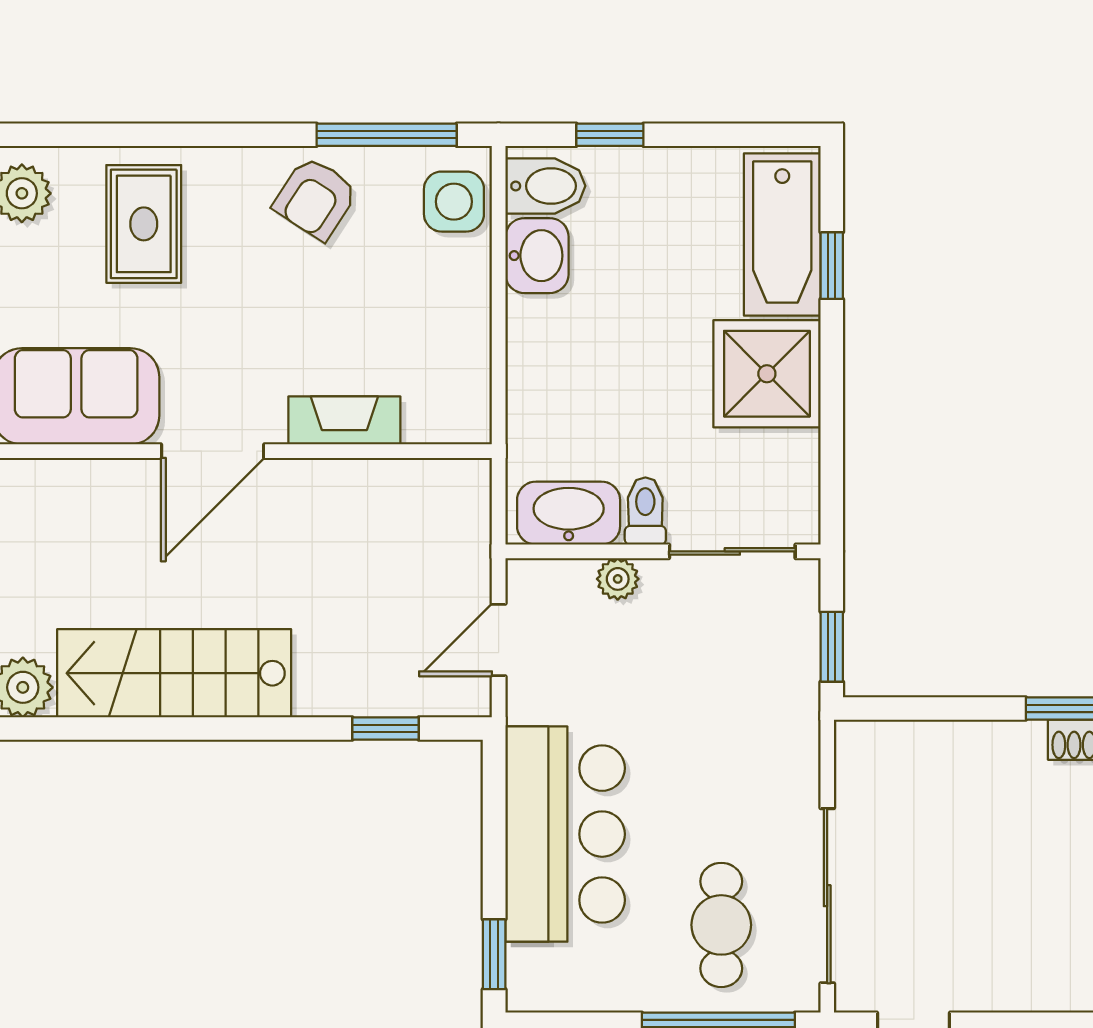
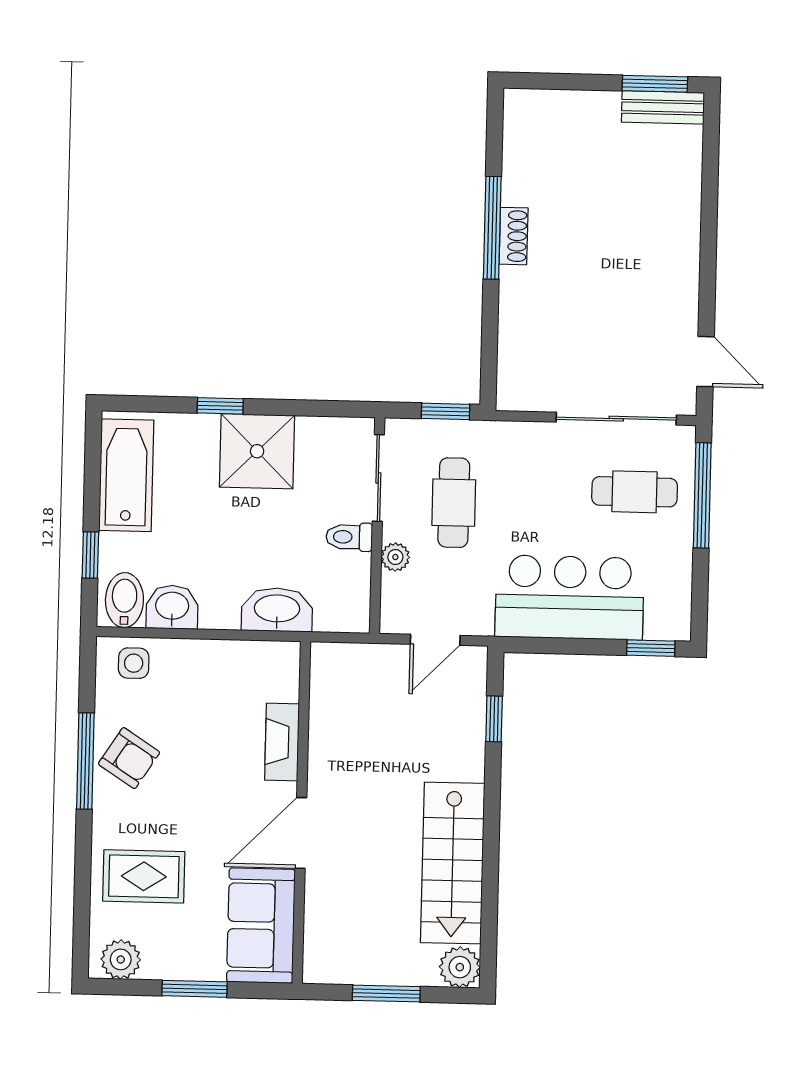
window: (387, 135) -> (85, 761), moved
side table: (454, 202) -> (134, 663), width x0.73, depth x0.73
bathtub: (782, 235) -> (126, 475), moved, turned -90
window: (832, 266) -> (220, 406), moved
door: (213, 451) -> (301, 833), swing flipped
washbasin: (569, 513) -> (277, 610), moved, turned 90
door: (499, 640) -> (435, 640), hinge flipped
cafe table: (699, 662) -> (454, 503), added

